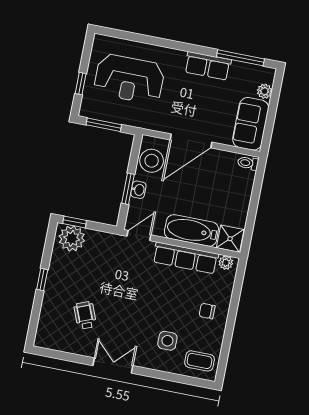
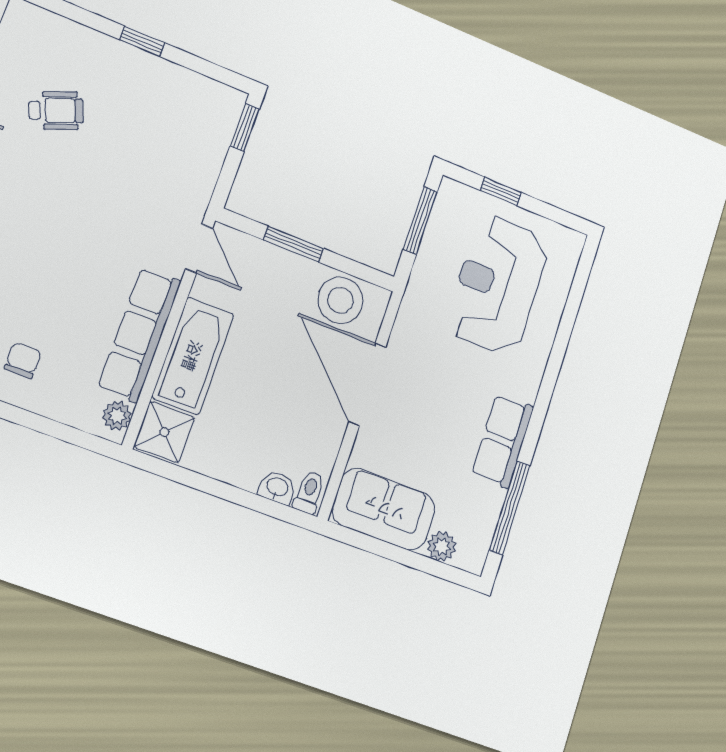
washbasin: (138, 190) -> (277, 487), moved, turned 180
plant: (72, 238) -> (214, 115), removed

